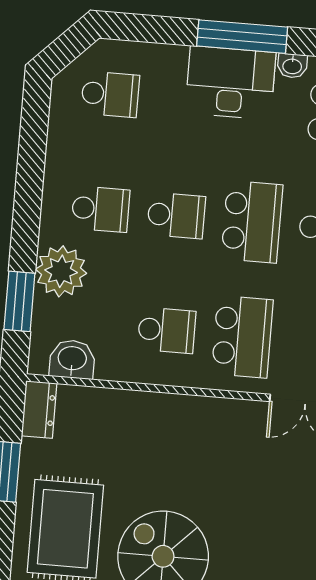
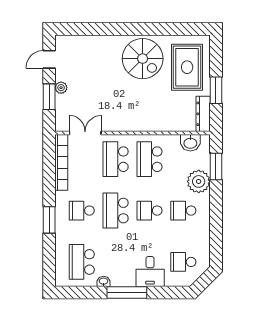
desk: (230, 83) -> (150, 272), moved, width x0.73
school desk: (167, 330) -> (149, 159), width x1.85
dresser: (39, 410) -> (203, 114), width x1.44

